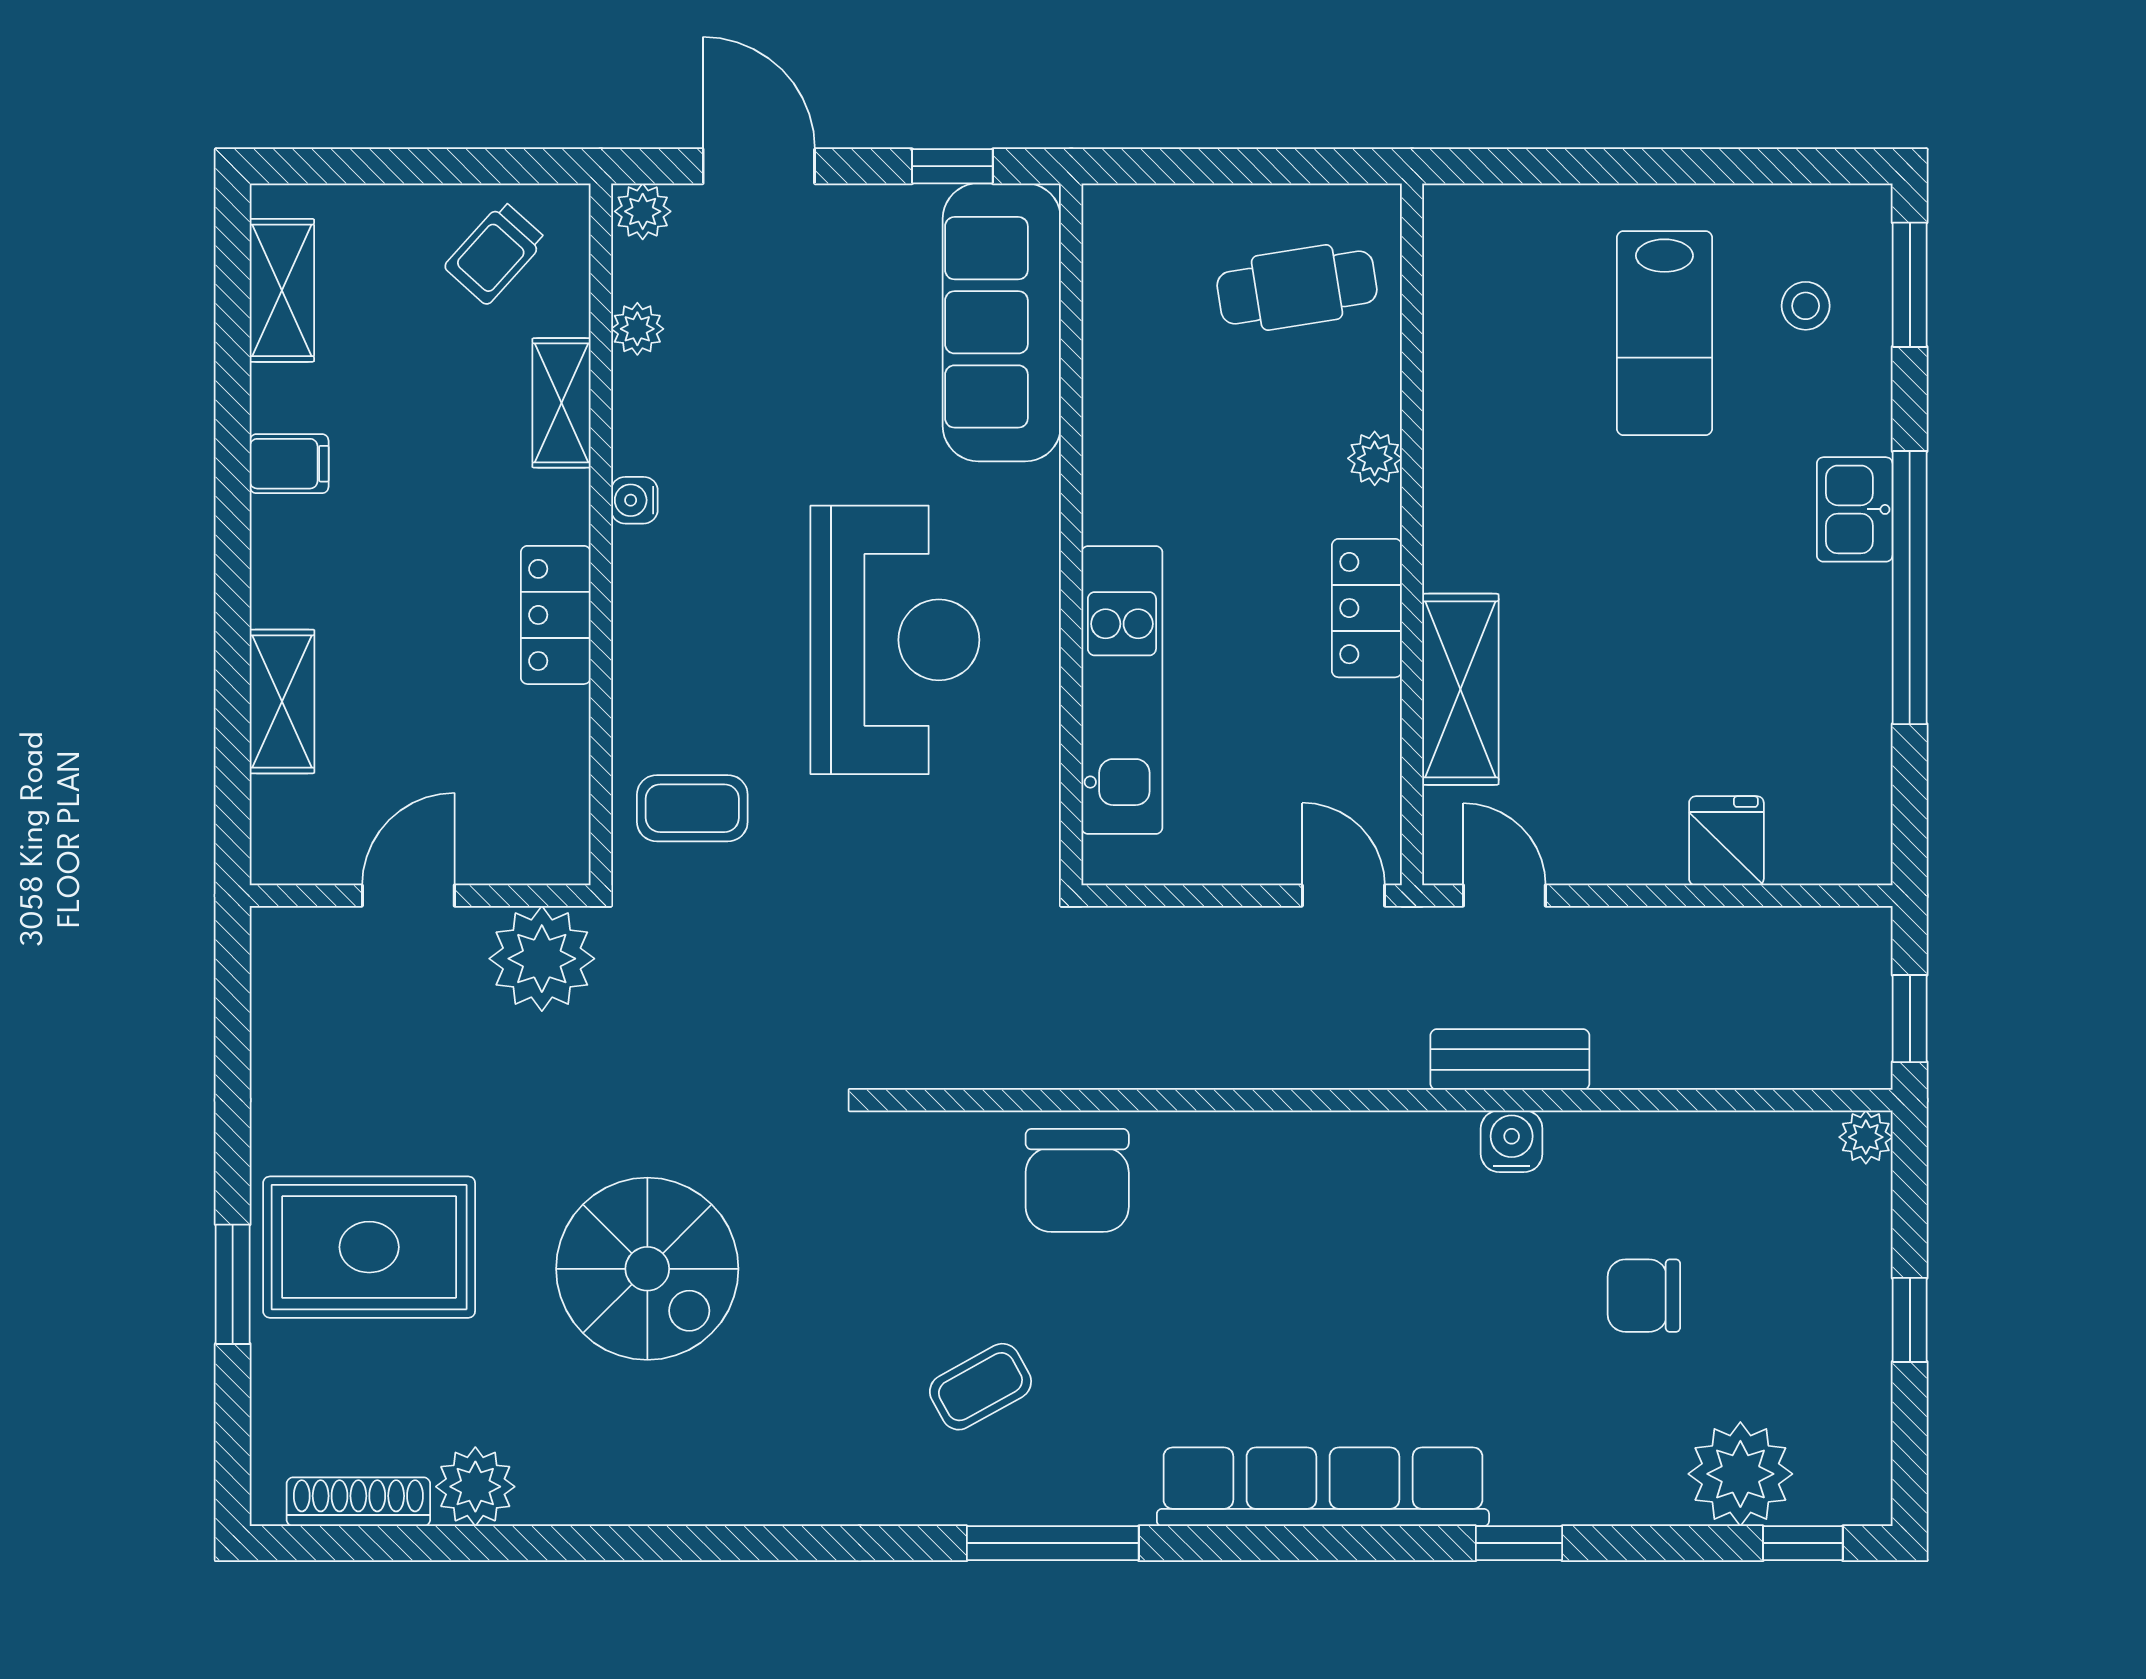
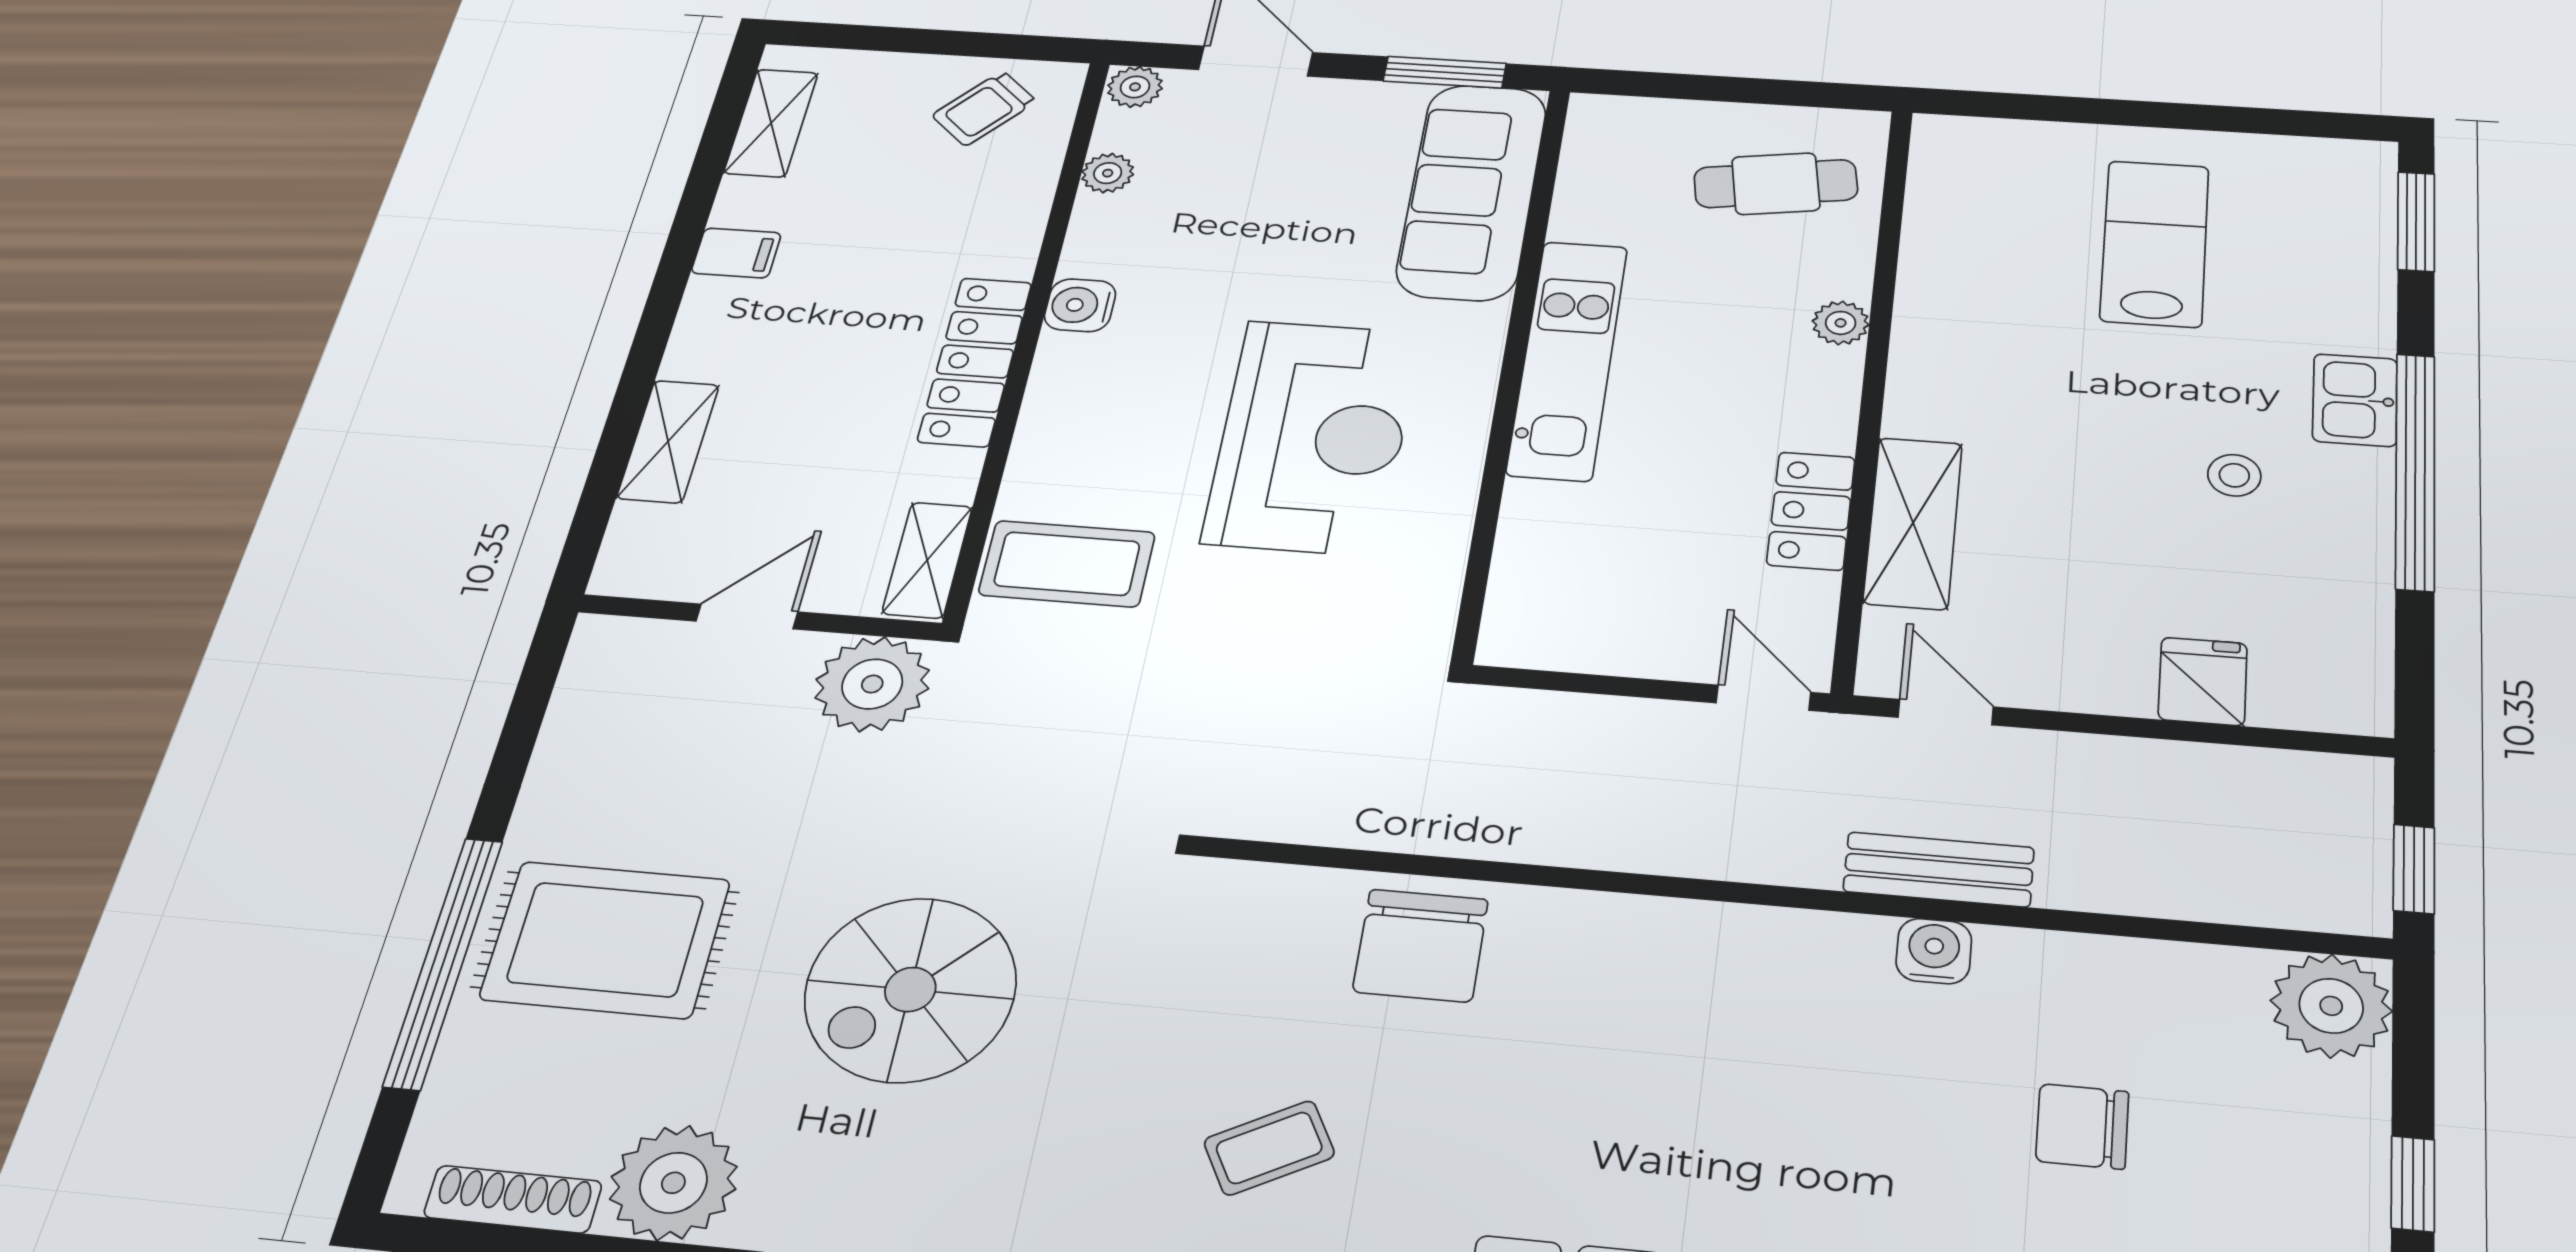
window: (952, 166) -> (1445, 72), width x1.50
stool: (1806, 306) -> (2234, 475), moved
lab bench: (1664, 333) -> (2155, 243), turned 180
shelving: (561, 403) -> (927, 560), moved
water cooler: (634, 500) -> (1080, 305), width x1.38, depth x1.38
locker: (1367, 608) -> (1811, 511), moved
locker: (556, 615) -> (975, 361), width x1.53
kitchen unit: (1122, 690) -> (1568, 359), moved
coffee table: (692, 808) -> (1067, 564), width x1.36, depth x1.30
plant: (1866, 1137) -> (2331, 1006), width x1.87, depth x1.87
spiral stairs: (647, 1269) -> (910, 990), turned 90
window: (233, 1284) -> (443, 962), width x2.11
plant: (475, 1487) -> (673, 1183), width x1.36, depth x1.36

